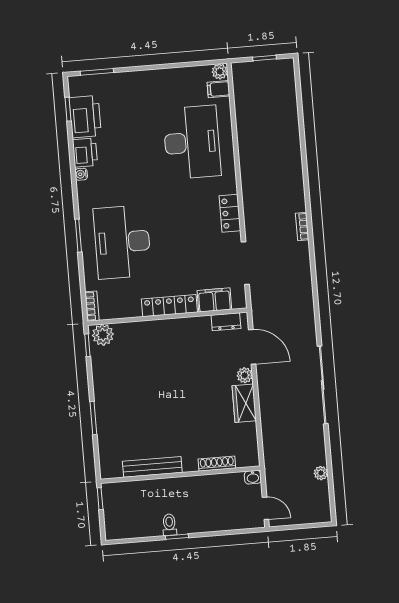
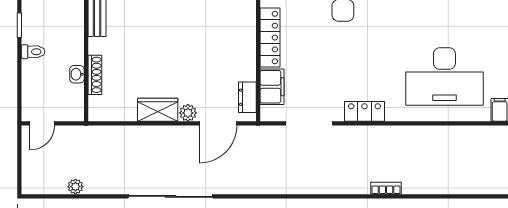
bookcase: (302, 226) -> (386, 188), moved
washbasin: (253, 477) -> (77, 74), moved
toilet: (169, 525) -> (33, 52), moved

